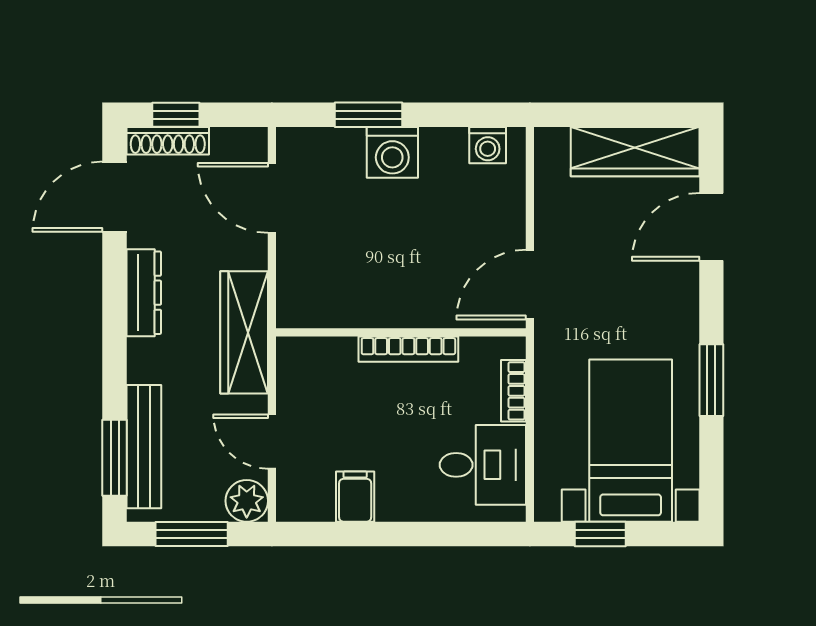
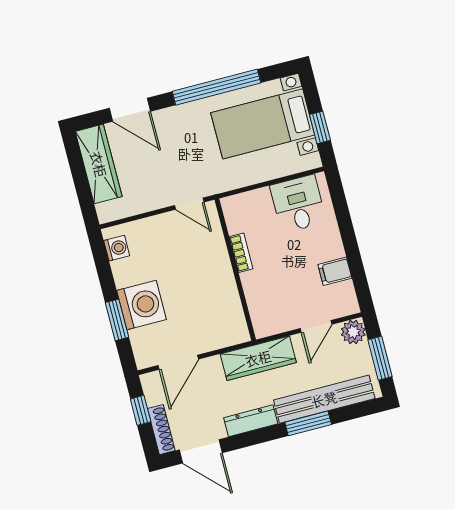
window: (176, 115) -> (141, 410), moved
washing machine: (392, 152) -> (142, 305), width x1.37, depth x1.37
door: (530, 285) -> (189, 204), width x0.73
bookcase: (408, 349) -> (241, 253), width x0.64
window: (711, 380) -> (217, 87), width x2.11
bookcase: (514, 391) -> (252, 197), removed
bench: (144, 447) -> (324, 399), width x1.37, depth x1.21
window: (115, 458) -> (308, 423), moved

